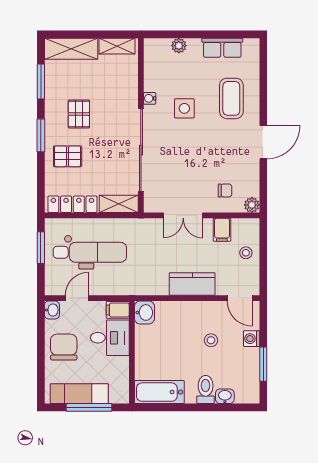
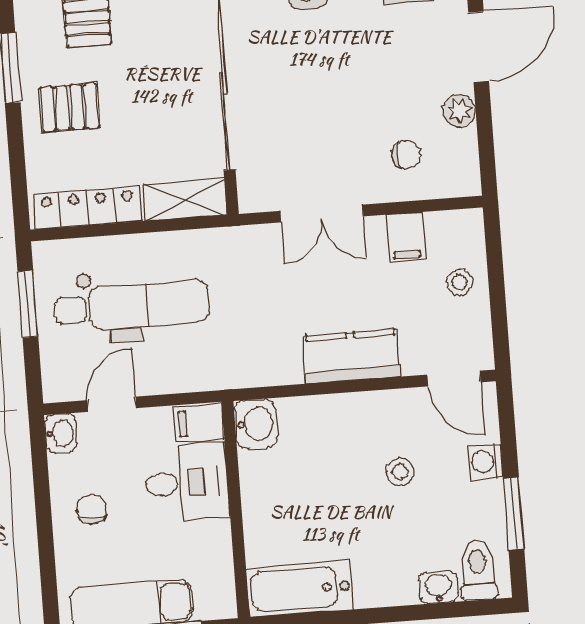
plant: (252, 205) -> (459, 111), moved
chair: (64, 347) -> (92, 509), width x0.54, depth x0.54
toilet: (206, 389) -> (478, 570), moved

